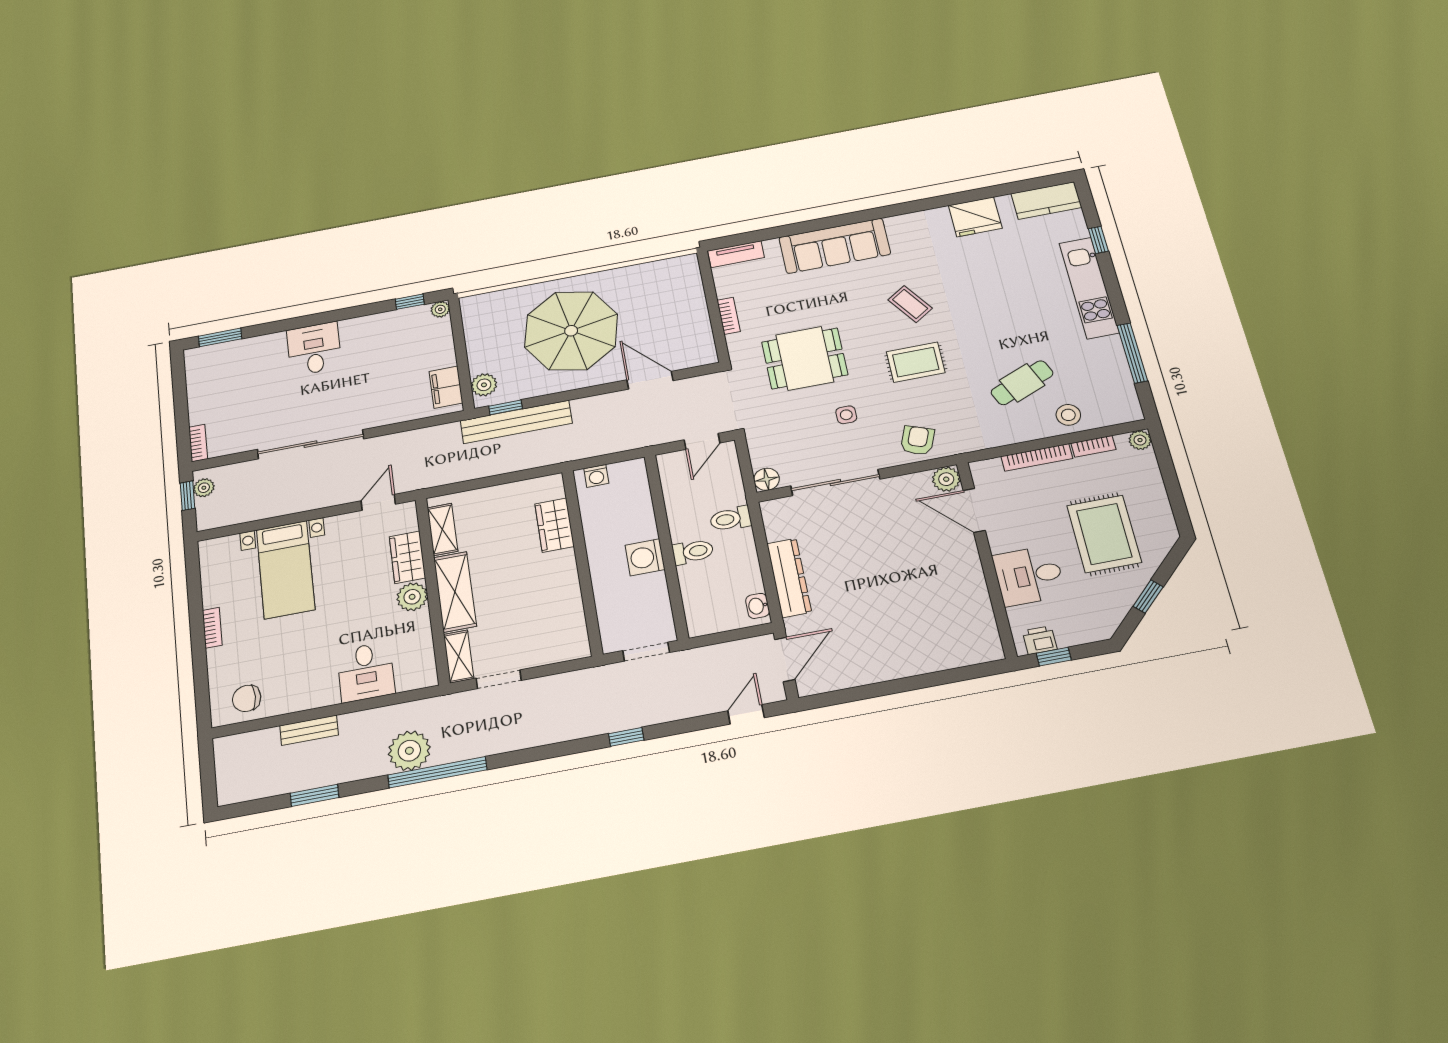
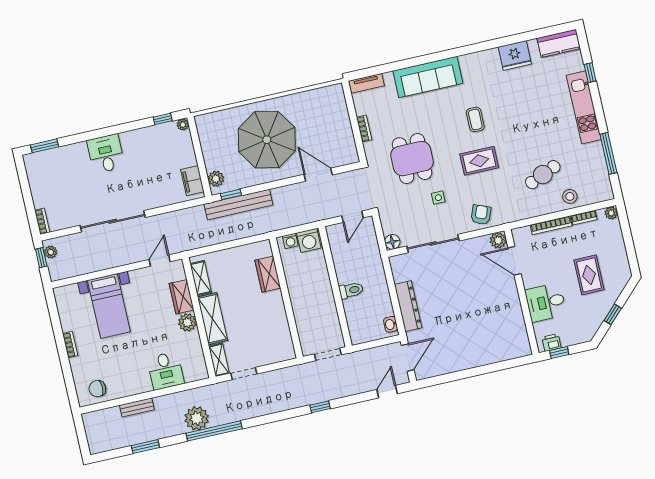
coffee table: (910, 304) -> (475, 119), turned 34
dining table: (805, 358) -> (412, 159), turned 90
toilet: (731, 519) -> (372, 268), removed
rug: (1104, 534) -> (589, 275), width x0.73, depth x0.70
washing machine: (645, 557) -> (309, 240), moved, turned -90

